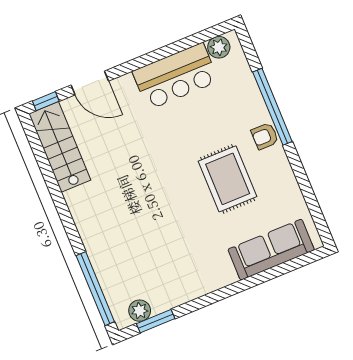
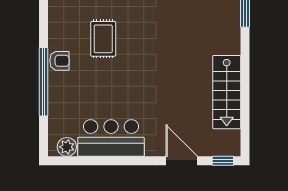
stairs: (60, 147) -> (227, 92), moved
rug: (228, 179) -> (103, 39), width x0.73, depth x0.70

